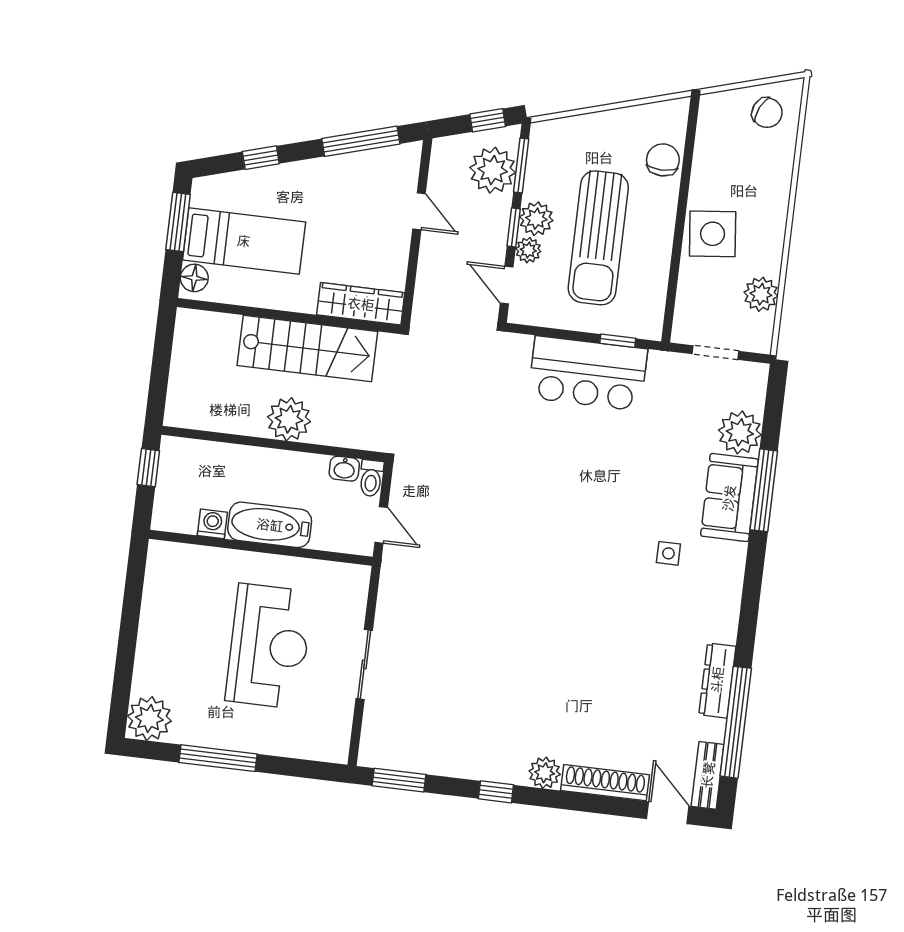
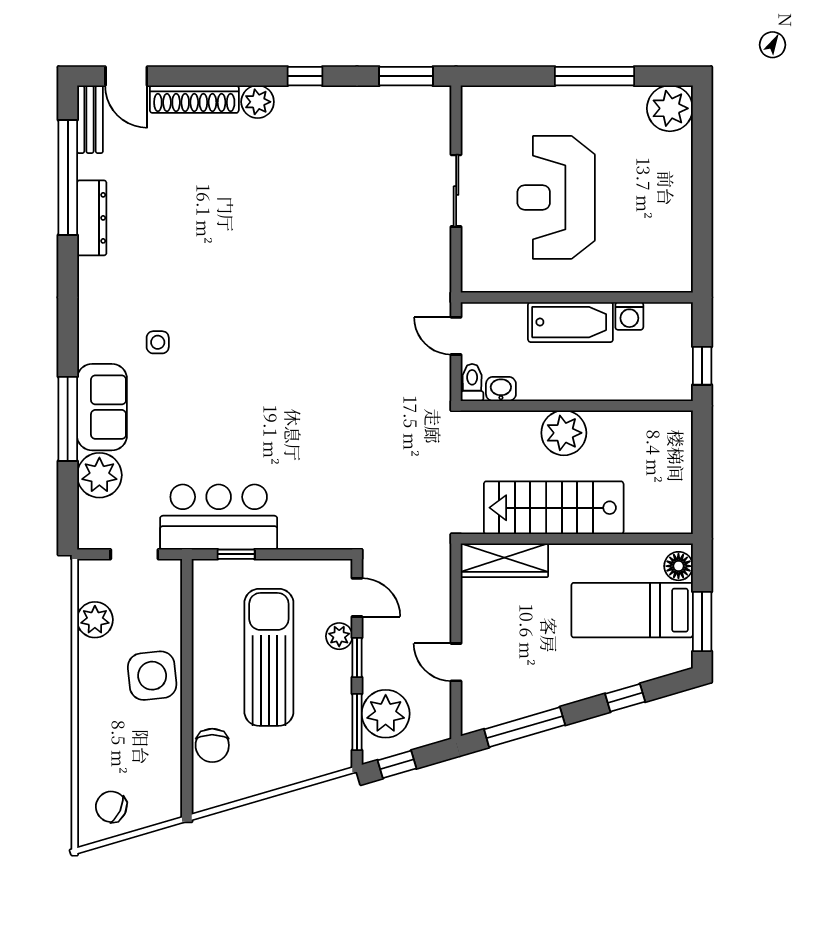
plant: (536, 219) -> (335, 669), removed
bar counter: (588, 373) -> (219, 517), moved

